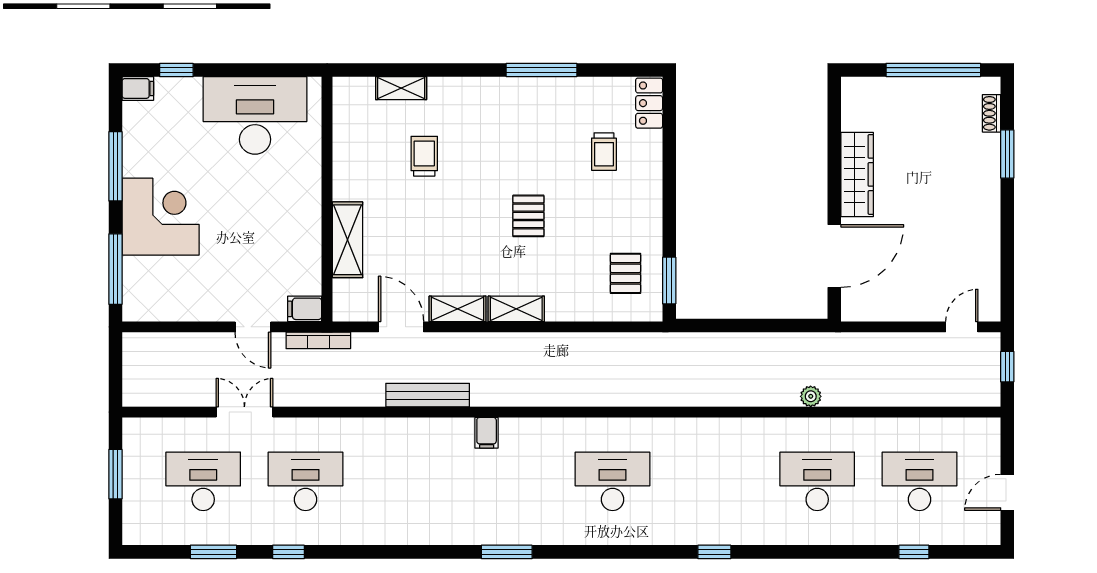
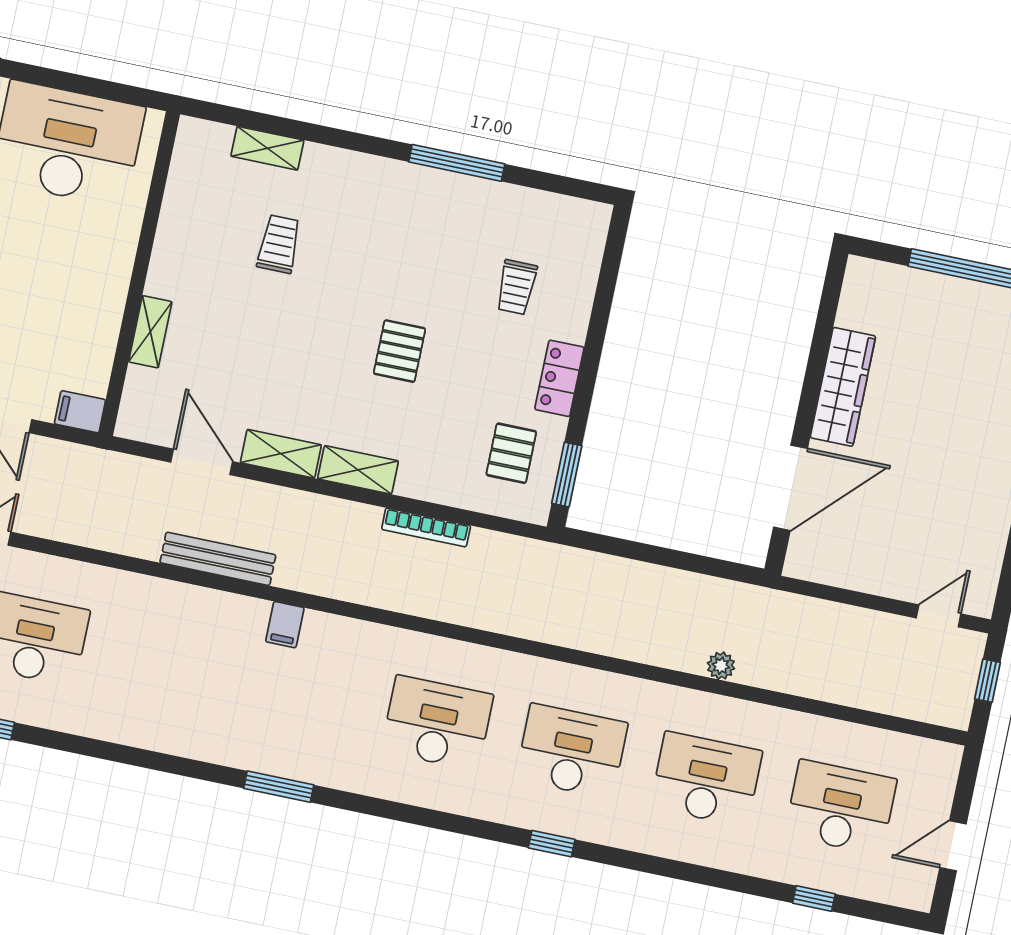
locker: (649, 103) -> (559, 378), moved
shelving: (348, 240) -> (150, 332), width x0.67, depth x0.75
bookcase: (318, 340) -> (426, 527), moved
desk: (715, 481) -> (572, 751), added

